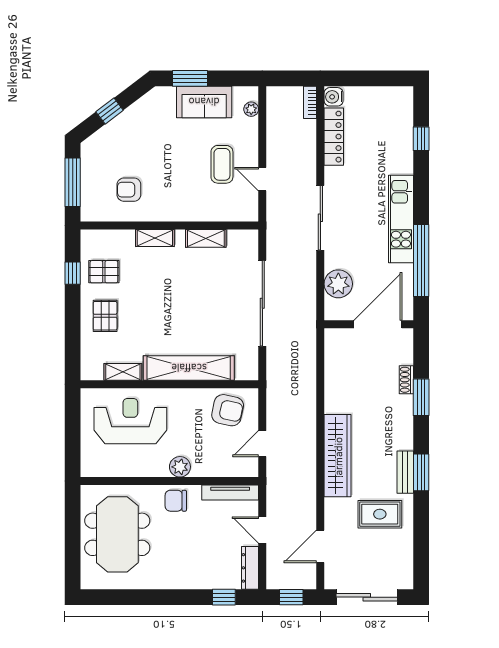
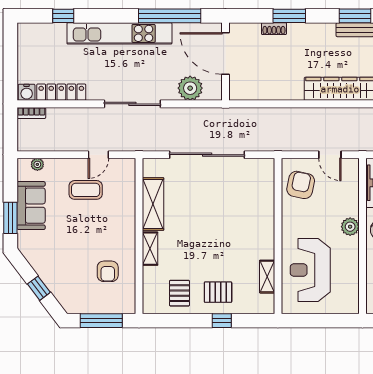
kitchen unit: (401, 219) -> (119, 33), width x1.36
shelving: (206, 238) -> (153, 204), width x1.50, depth x1.33
window: (73, 273) -> (222, 321), moved
shelving: (189, 368) -> (264, 219), removed

